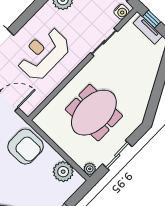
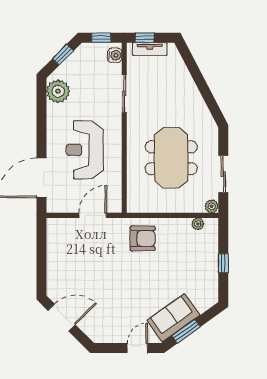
armchair: (26, 147) -> (143, 238), width x0.73, depth x0.73
plant: (63, 172) -> (198, 224), width x0.53, depth x0.53

